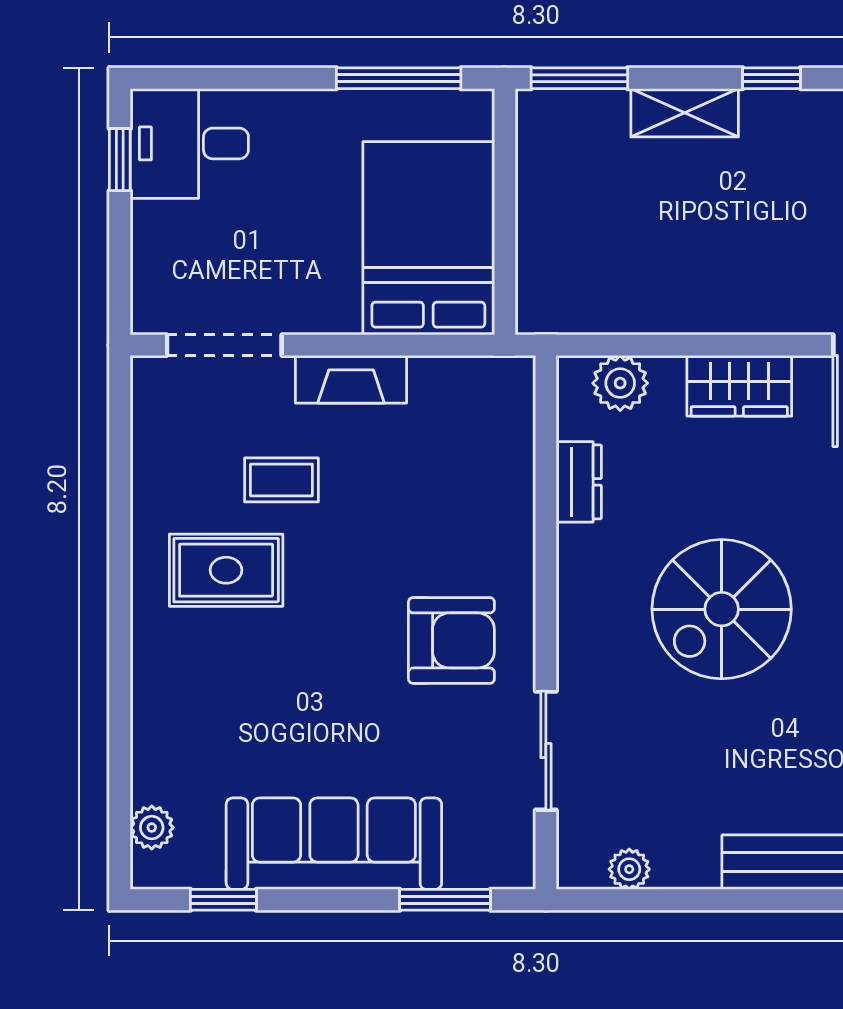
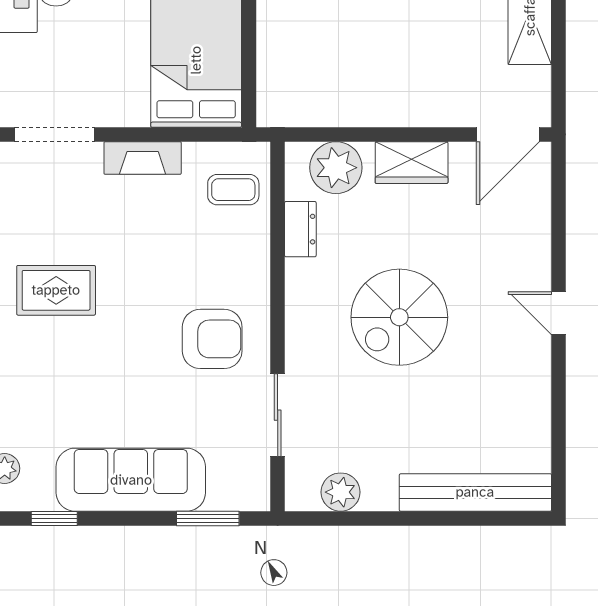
plant: (620, 383) -> (336, 168), width x1.36, depth x1.36
coffee table: (281, 480) -> (233, 190), moved
plant: (629, 869) -> (341, 492), width x1.38, depth x1.38

